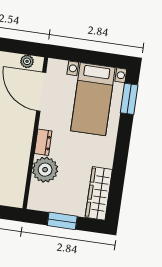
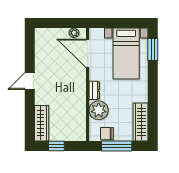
chair: (52, 203) -> (107, 134), added
window: (62, 221) -> (117, 146), width x1.44

